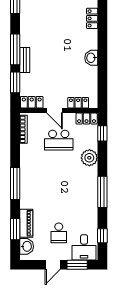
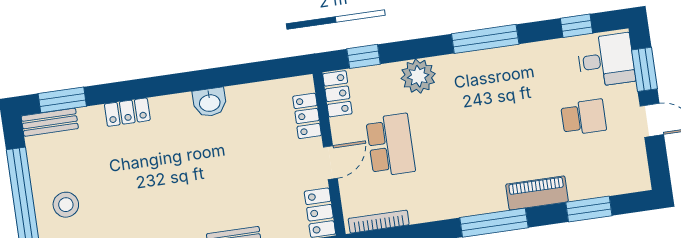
piano: (26, 223) -> (537, 193), moved
washbasin: (27, 246) -> (621, 180), removed

